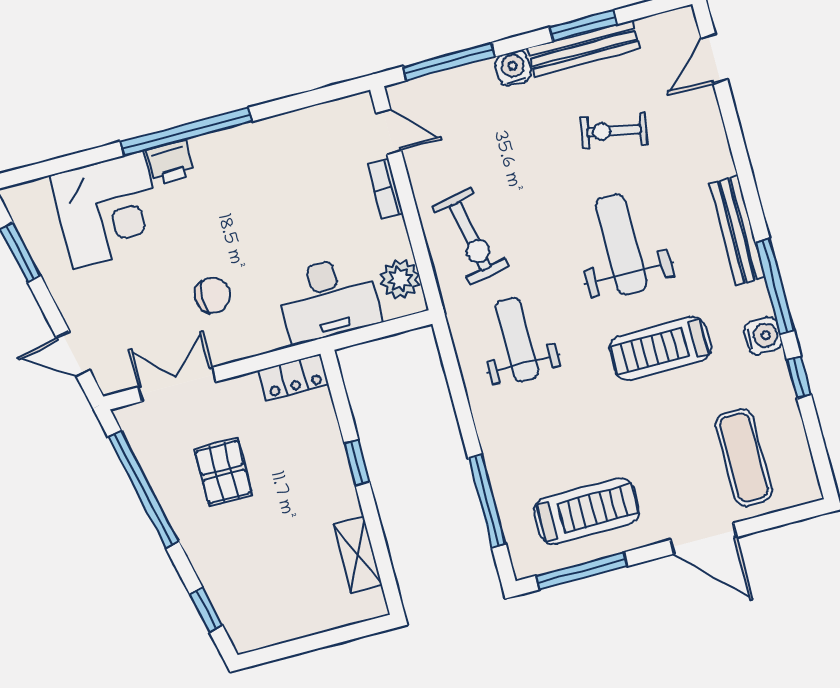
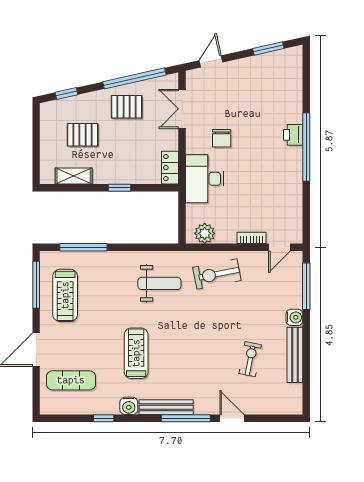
window: (583, 26) -> (306, 358), removed
door: (714, 59) -> (232, 418), moved
corner desk: (108, 210) -> (278, 98), removed
bench: (737, 230) -> (166, 407), moved
weight bench: (621, 244) -> (193, 348), removed
window: (775, 286) -> (186, 418), moved
desk: (328, 299) -> (205, 179), moved
double door: (177, 384) -> (182, 109), swing flipped
pallet: (223, 472) -> (127, 107), moved
pallet: (275, 559) -> (83, 135), added

